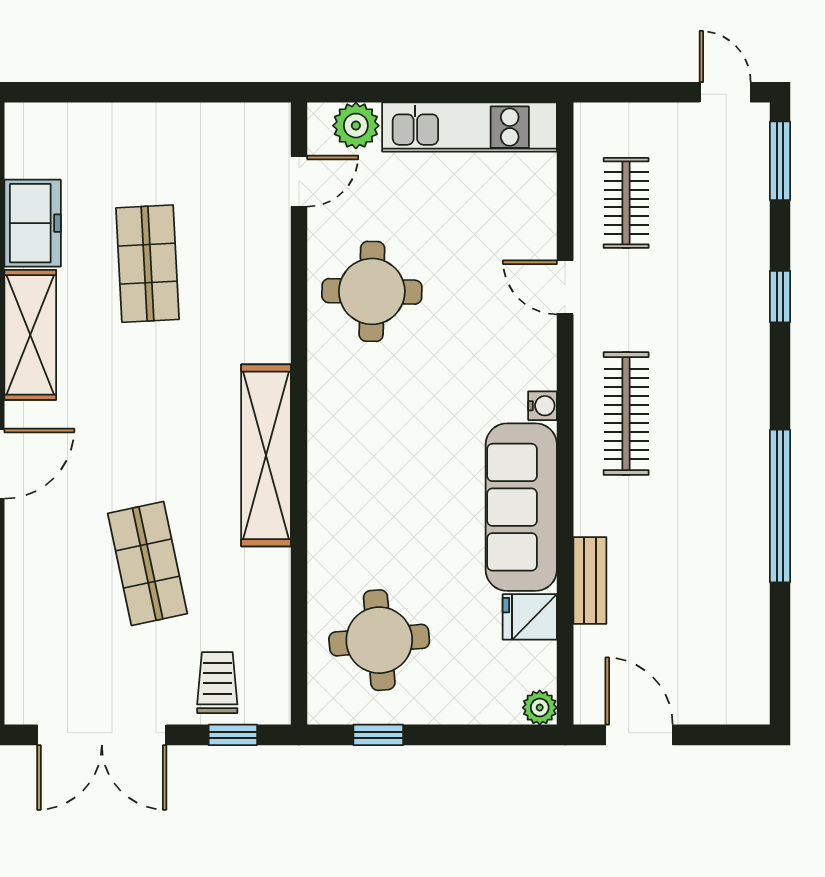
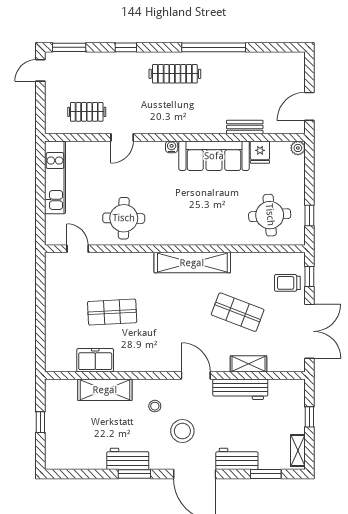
plant: (356, 126) -> (54, 225), removed
shelving: (30, 335) -> (249, 364), moved, width x0.67, depth x0.75
clothes rail: (626, 414) -> (175, 74), moved
shop shelf: (148, 564) -> (238, 312), turned 33

